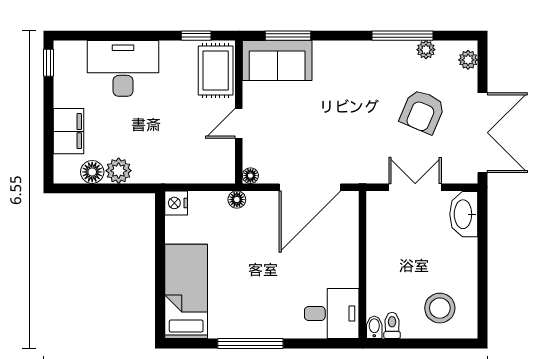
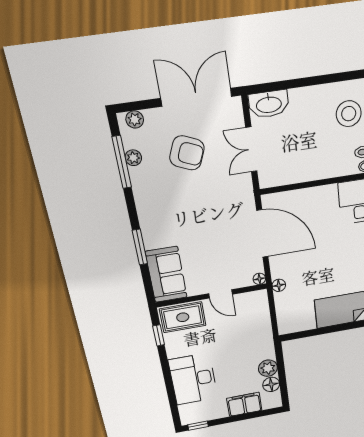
window: (288, 36) -> (140, 247), moved
window: (403, 36) -> (122, 162), moved
nightstand: (176, 203) -> (286, 327), removed

